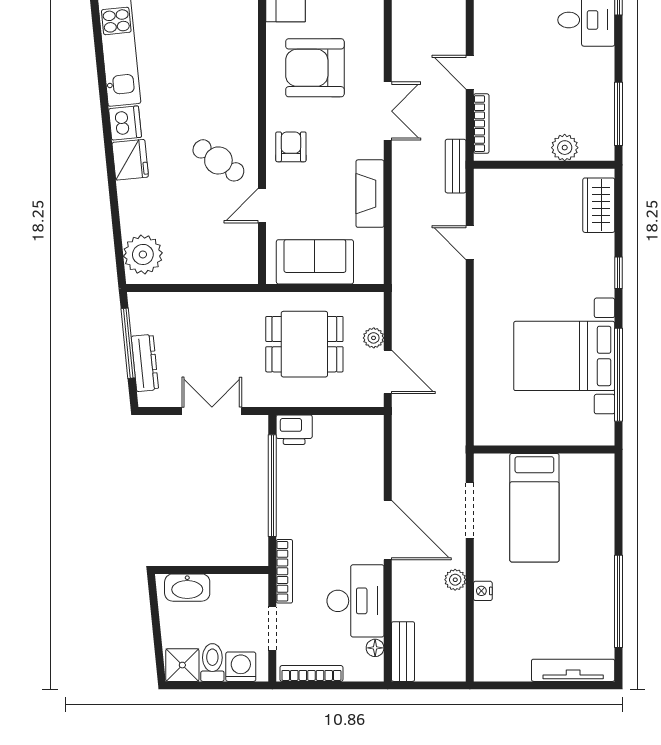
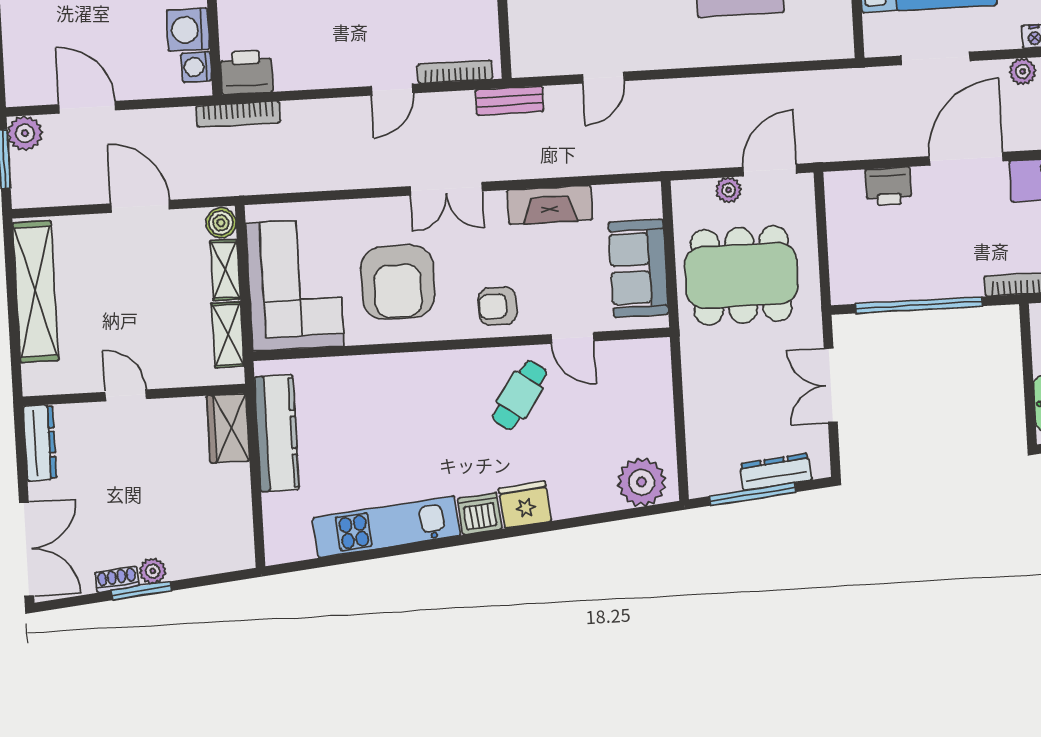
double door: (388, 111) -> (446, 189), swing flipped
dining table: (304, 344) -> (741, 275), width x1.38
printer: (294, 430) -> (888, 187), moved, turned 90

